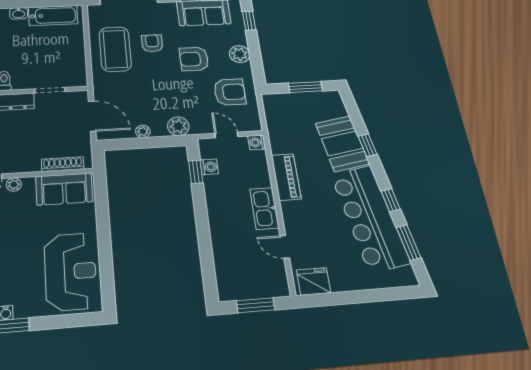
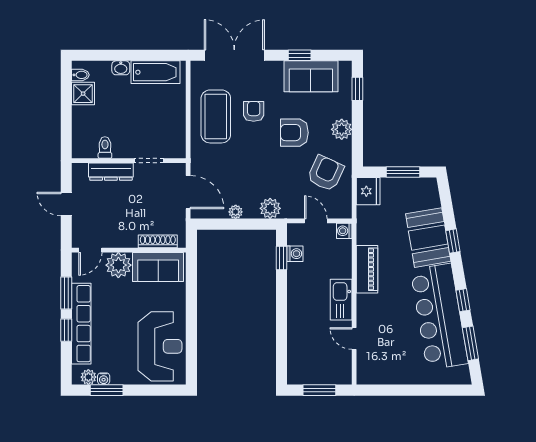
armchair: (230, 92) -> (325, 173), turned -65
plant: (14, 185) -> (118, 265), width x1.88, depth x1.88
fridge: (314, 281) -> (368, 191), moved, turned 90

